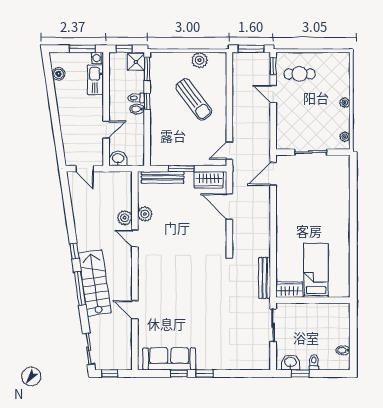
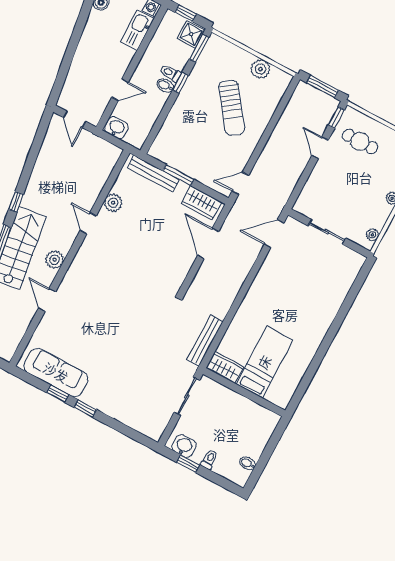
plant: (125, 218) -> (55, 260), moved

